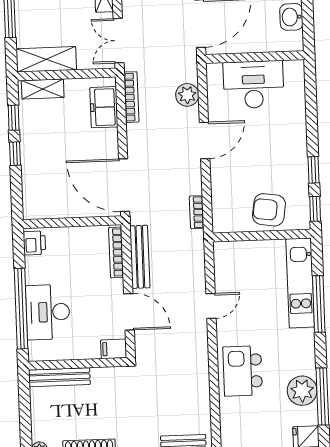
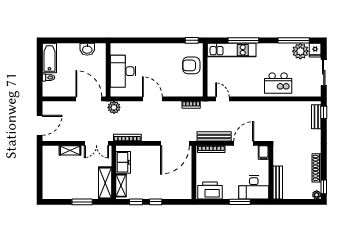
plant: (187, 95) -> (114, 107), moved
freezer: (104, 107) -> (123, 162), moved, turned -90
window: (314, 170) -> (171, 40), removed
armchair: (269, 210) -> (191, 65), turned 82
printer: (34, 243) -> (210, 190), width x1.87, depth x1.48
door: (211, 306) -> (222, 99), moved
window: (21, 309) -> (240, 202), width x0.47
desk: (48, 312) -> (254, 187), moved
plant: (302, 391) -> (300, 51), moved

